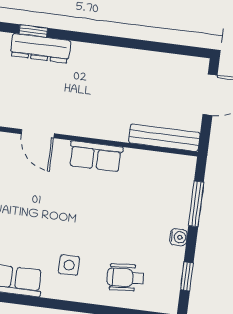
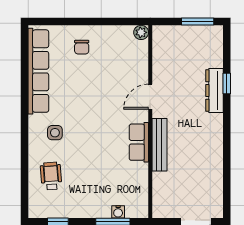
bench: (164, 138) -> (159, 145), moved
water cooler: (179, 237) -> (118, 212), moved

